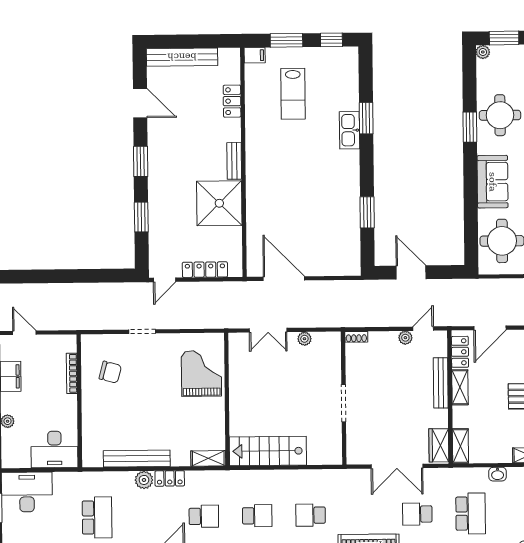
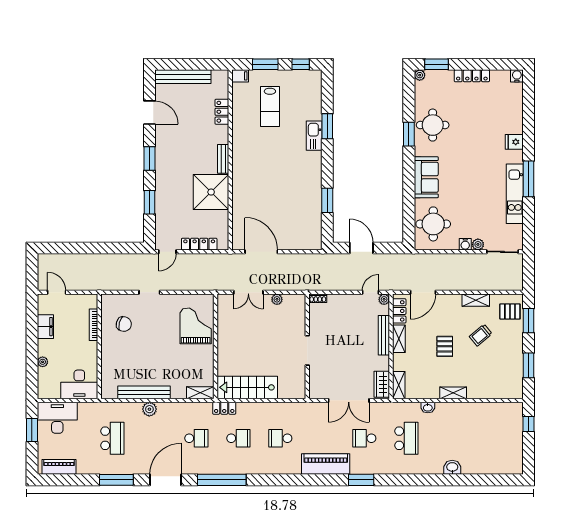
plant: (405, 338) -> (384, 299), moved
locker: (170, 478) -> (224, 408), moved

